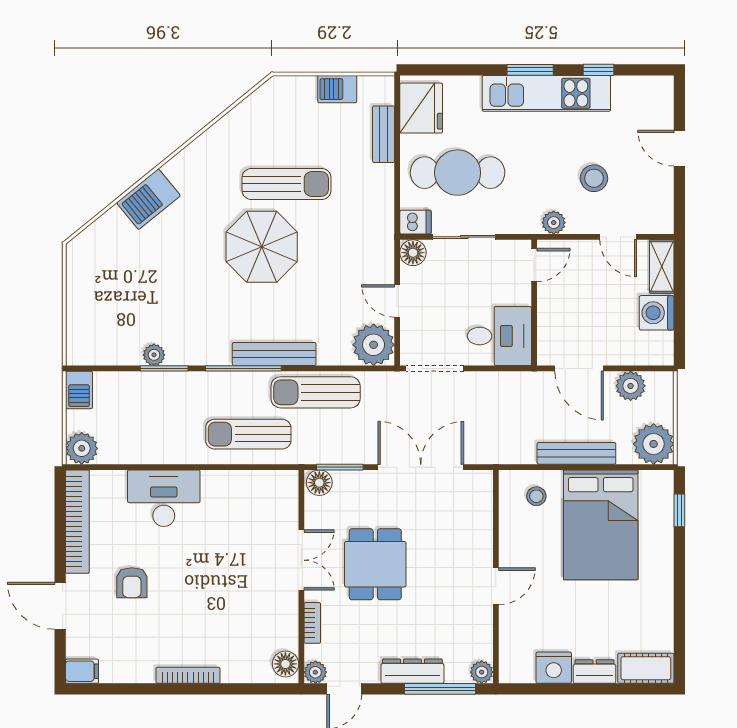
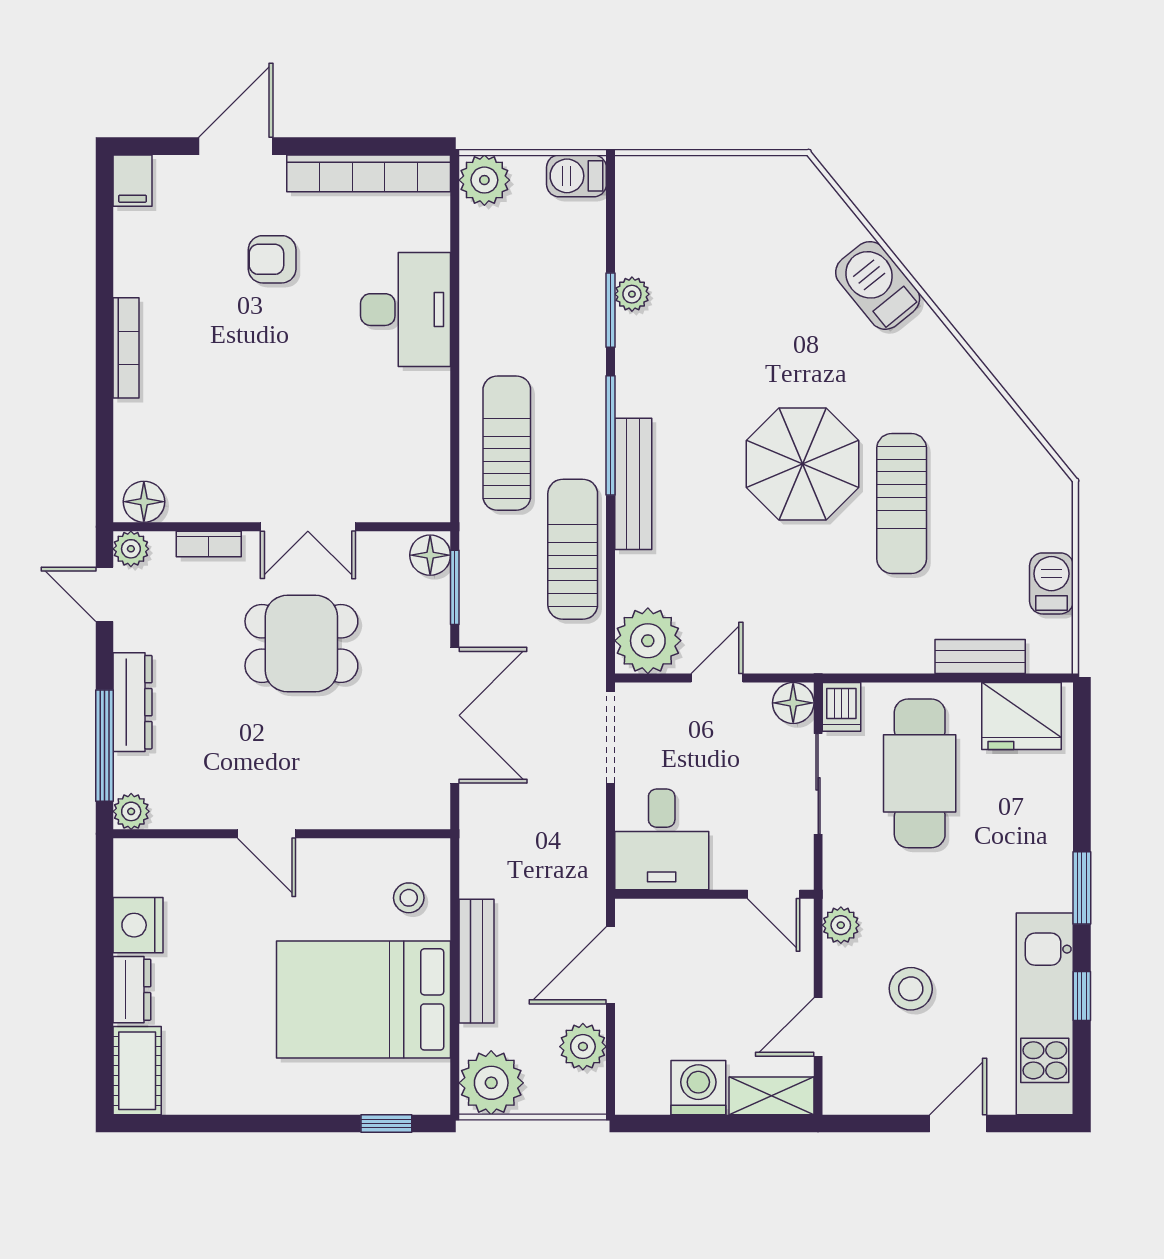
kitchen unit: (546, 93) -> (1045, 1014), moved

